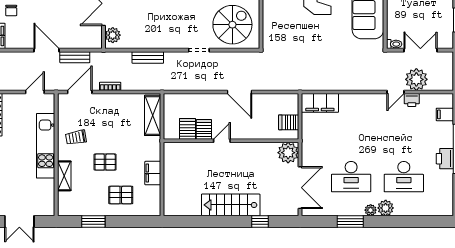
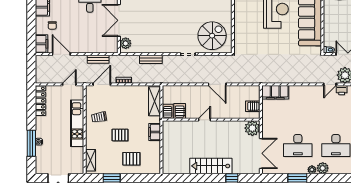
door: (47, 50) -> (61, 54), moved
server rack: (204, 129) -> (168, 111), moved
filing cabinet: (153, 173) -> (155, 132), moved
shelving: (64, 176) -> (91, 160), moved

